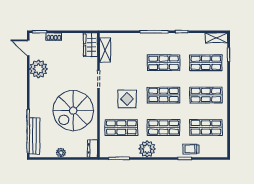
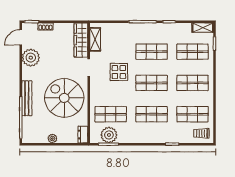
wardrobe: (90, 45) -> (81, 40), width x1.50
door: (28, 48) -> (21, 37), hinge flipped
display table: (127, 99) -> (119, 72), moved
spiral stairs: (73, 111) -> (64, 98), turned 90
bench: (34, 136) -> (27, 98), moved
plant: (147, 149) -> (109, 135), moved
trolley: (191, 149) -> (201, 133), moved

